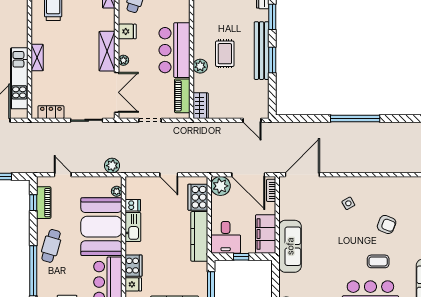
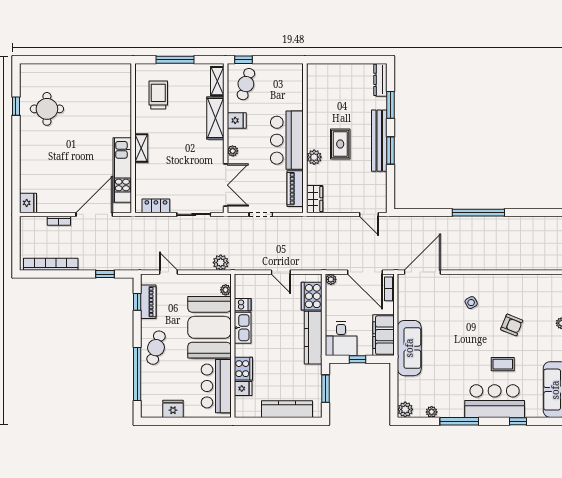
shelving: (107, 51) -> (215, 118), moved
plant: (220, 186) -> (331, 279), width x0.53, depth x0.53

